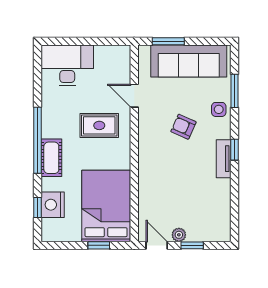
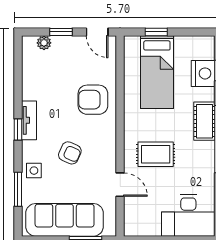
armchair: (161, 179) -> (93, 100), added
bed: (106, 206) -> (157, 72), width x0.67
plant: (179, 235) -> (44, 43), moved

